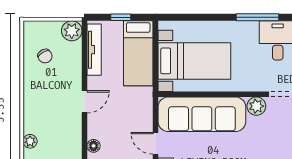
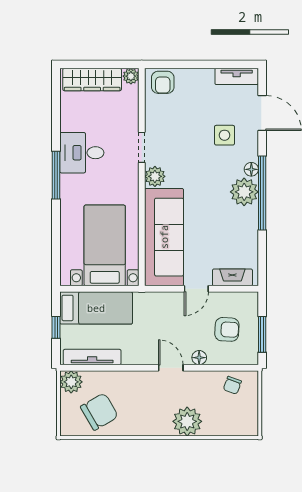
chair: (45, 56) -> (99, 412), width x1.87, depth x1.87
door: (84, 102) -> (171, 368), moved
plant: (30, 141) -> (187, 421), width x1.87, depth x1.87

